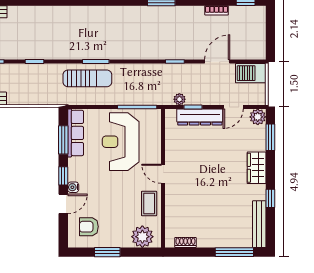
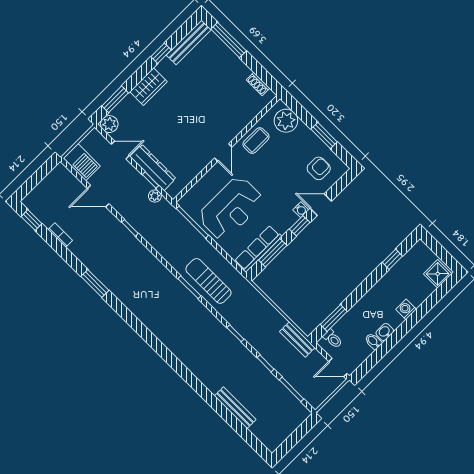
armchair: (89, 227) -> (319, 168), turned -90

